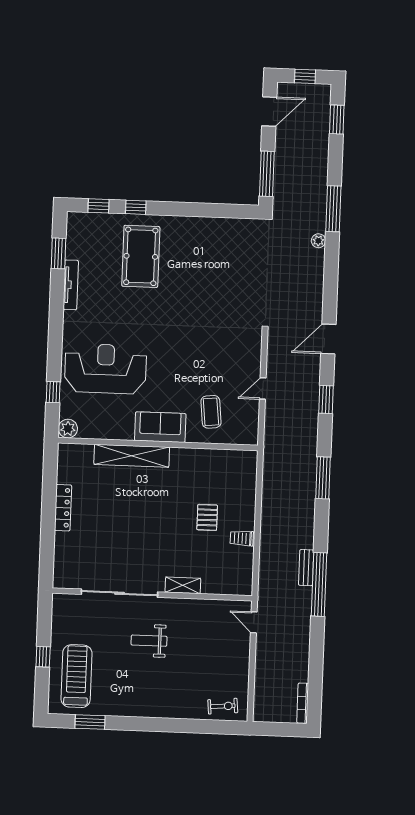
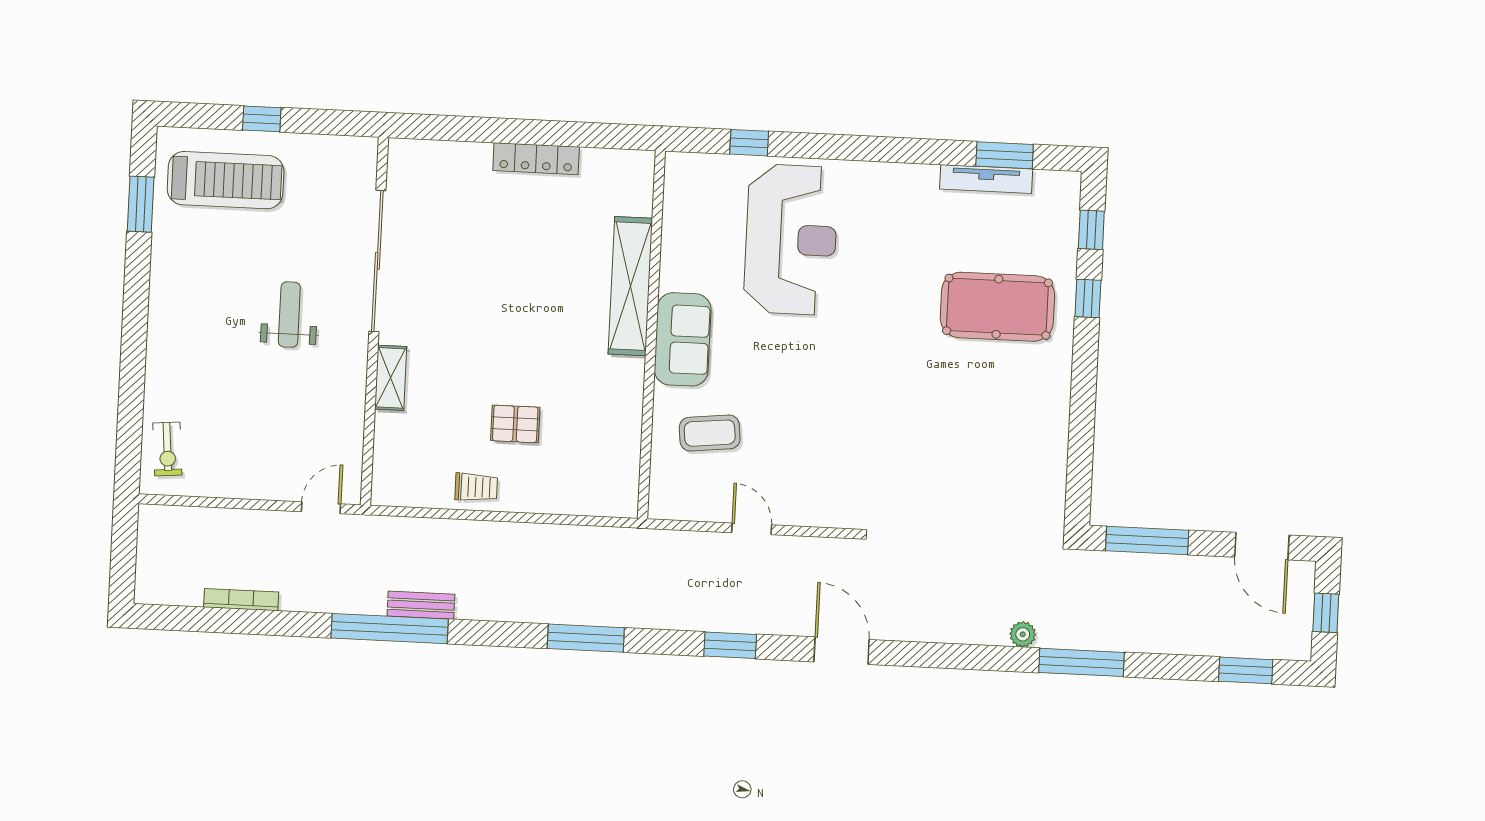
tv unit: (71, 285) -> (986, 179), moved
plant: (68, 429) -> (682, 169), removed
trolley: (242, 538) -> (476, 487), turned 89
bookcase: (303, 703) -> (241, 600), moved

